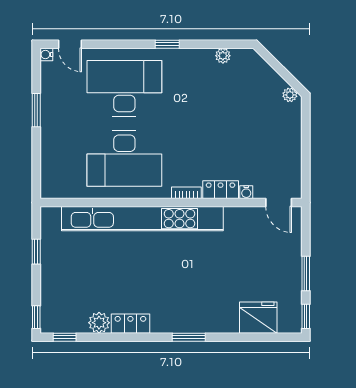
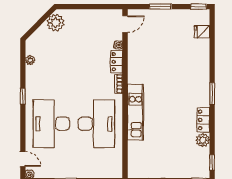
door: (70, 44) -> (23, 159), hinge flipped
plant: (290, 95) -> (55, 23), width x1.87, depth x1.87
kitchen unit: (142, 219) -> (135, 112), width x0.54
window: (306, 273) -> (160, 7), moved
fridge: (258, 318) -> (202, 32), width x0.53, depth x0.75
window: (189, 337) -> (212, 93), moved

